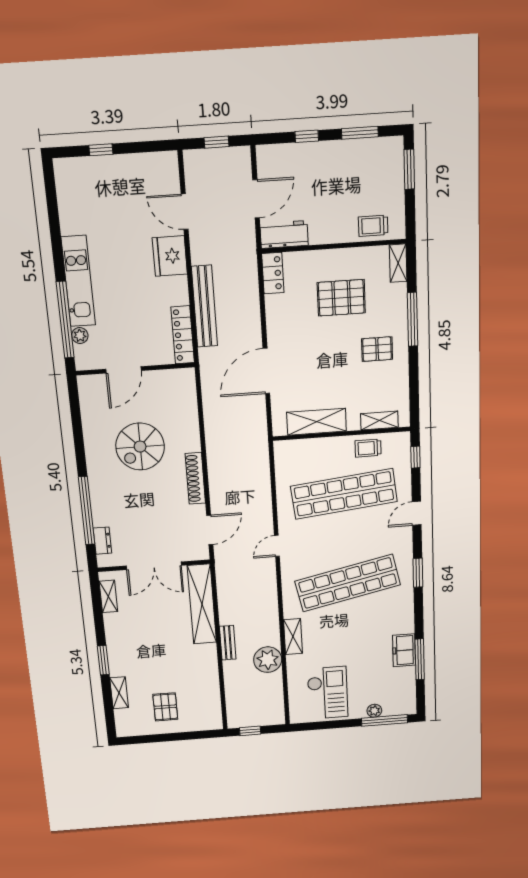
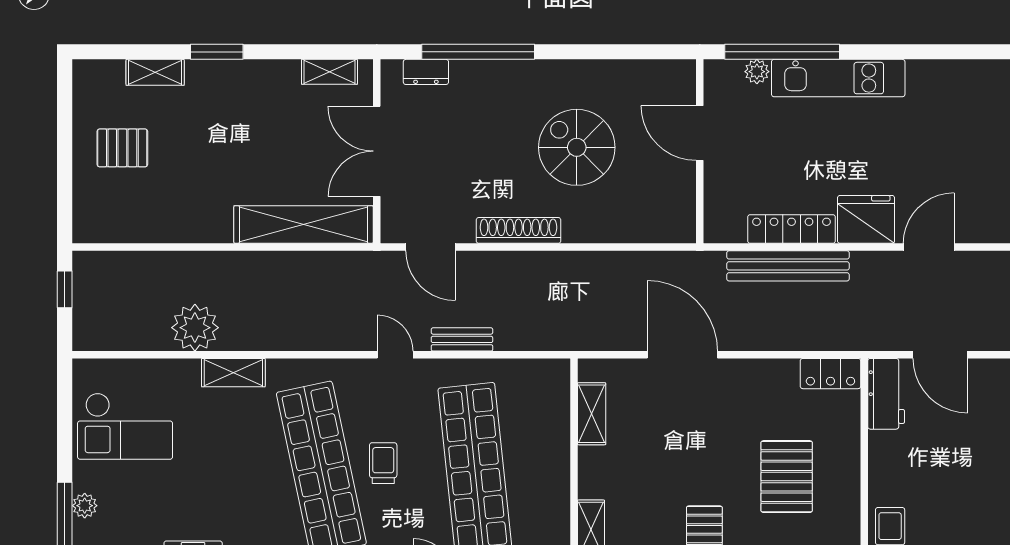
locker: (183, 335) -> (791, 229), moved
shelving: (316, 422) -> (592, 414), width x0.67, depth x0.75
trolley: (368, 448) -> (383, 463), moved
bench: (228, 643) -> (462, 339), moved

